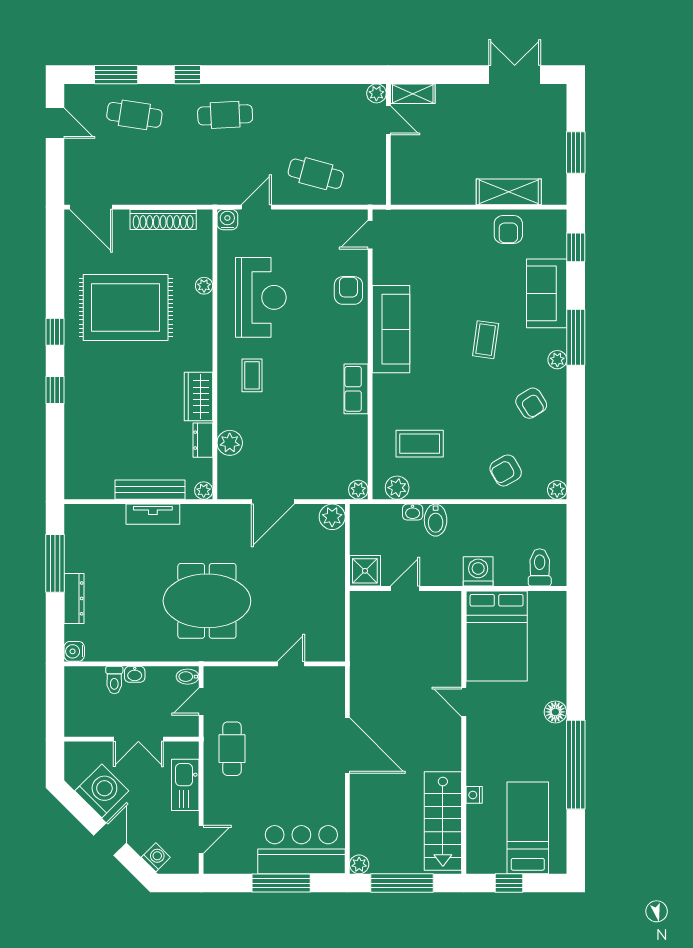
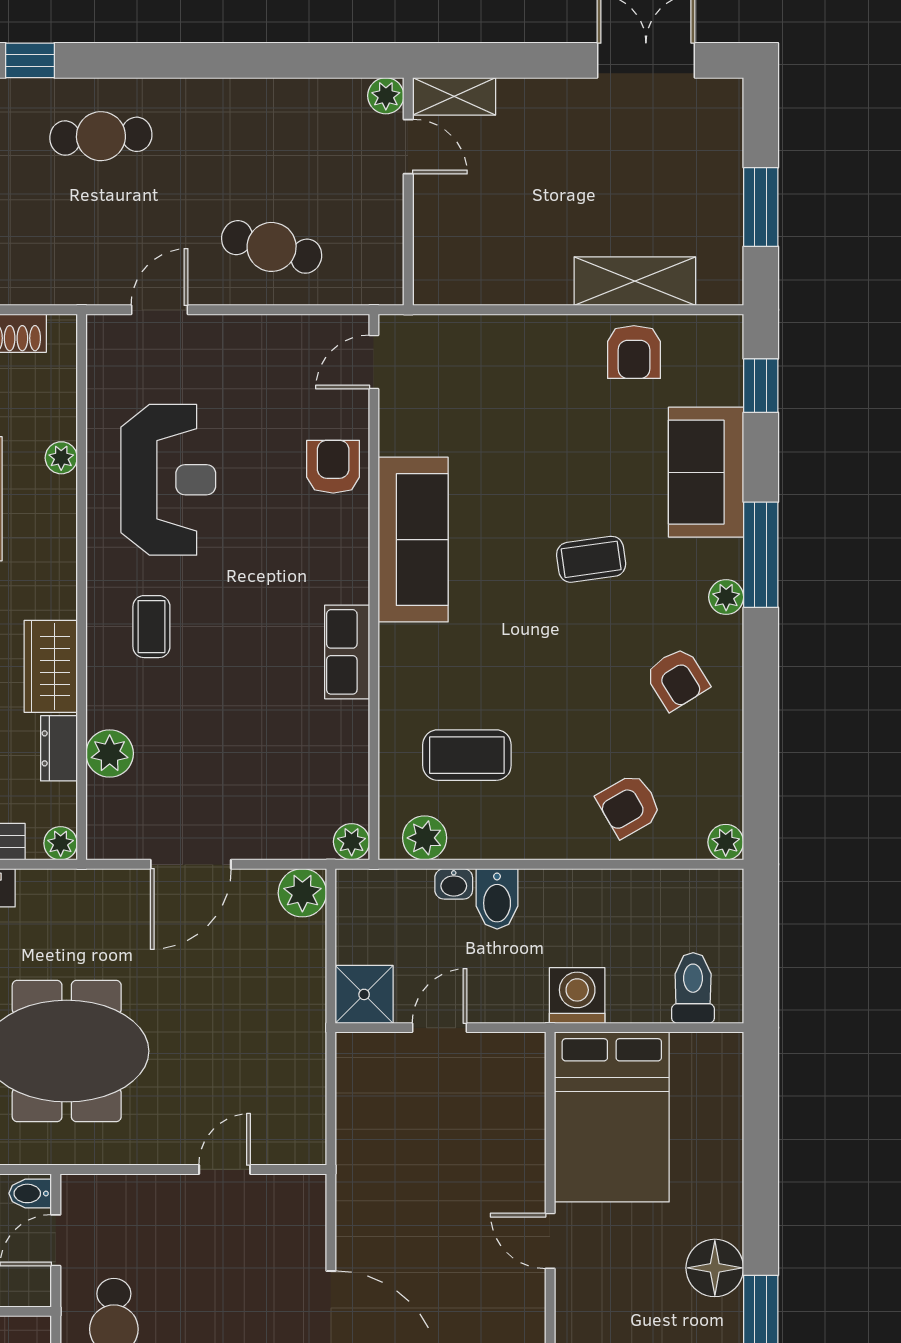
water cooler: (227, 220) -> (105, 333), removed
coffee table: (486, 340) -> (591, 559), turned 74
floor lamp: (555, 712) -> (715, 1268), width x1.38, depth x1.38

